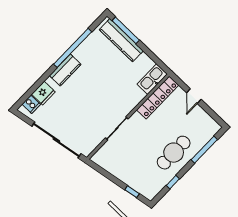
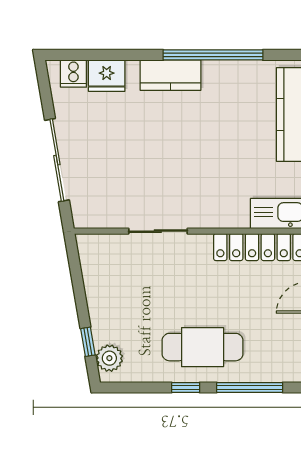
sliding door: (56, 140) -> (57, 160), width x0.73
window: (173, 182) -> (186, 388), moved
plant: (145, 190) -> (109, 358), added

